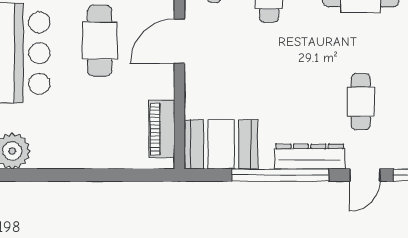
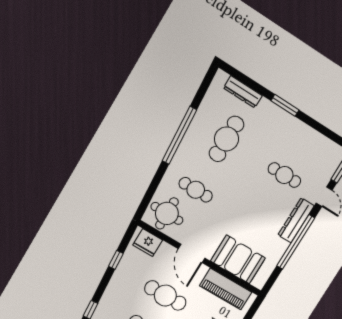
piano: (162, 129) -> (226, 289), width x1.37, depth x1.33
booth: (221, 144) -> (238, 259), moved, turned 90

